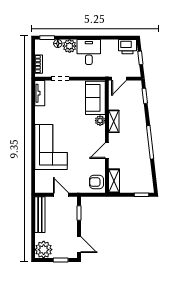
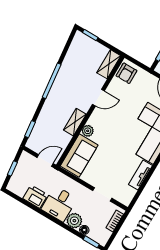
printer: (128, 47) -> (35, 197), moved
tv unit: (40, 93) -> (140, 175), moved
armchair: (97, 182) -> (126, 73), turned 90

